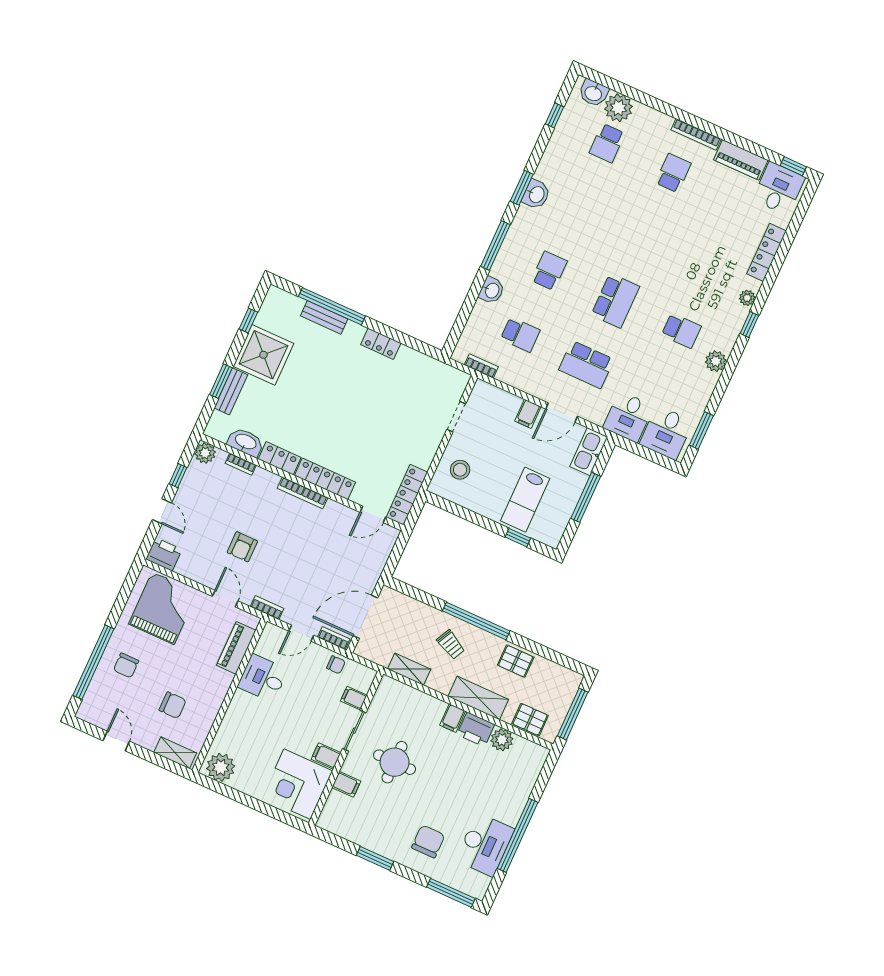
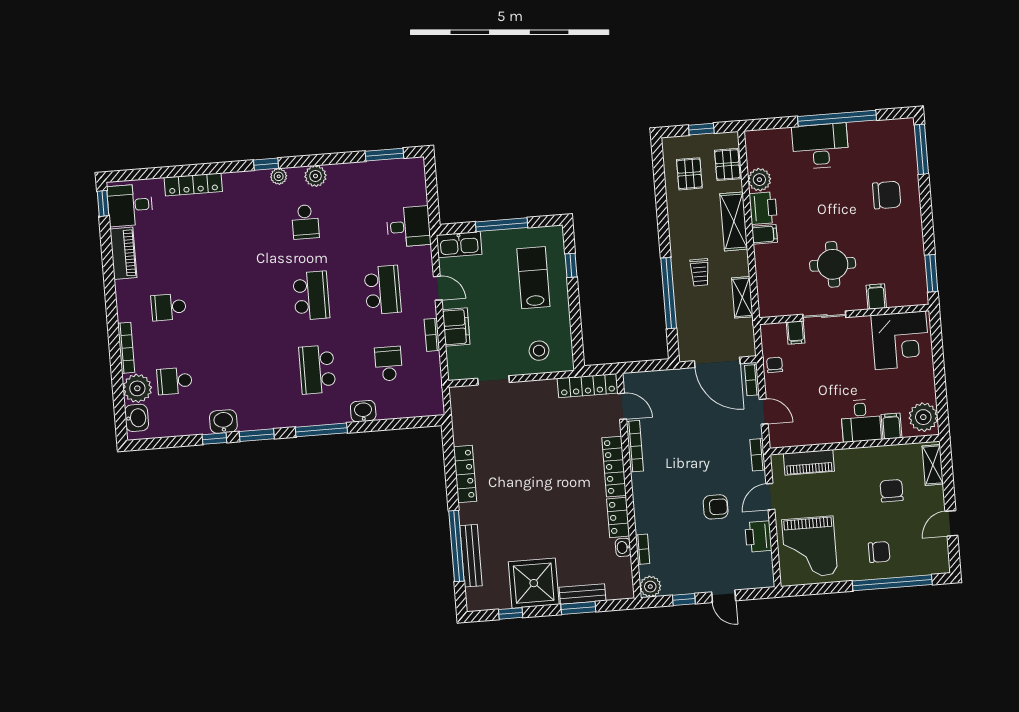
window: (554, 115) -> (214, 439), moved
bookcase: (696, 134) -> (126, 348), moved
school desk: (607, 143) -> (174, 381), turned 180
washbasin: (536, 194) -> (223, 422), moved
school desk: (549, 271) -> (317, 369), width x1.85
plant: (747, 298) -> (279, 176), moved
school desk: (615, 301) -> (311, 296), turned 90
bench: (324, 317) -> (471, 556), width x1.36
school desk: (681, 331) -> (305, 222), turned 180
locker: (381, 344) -> (465, 474), width x1.53
bookcase: (481, 366) -> (432, 335), moved
door: (562, 413) -> (438, 288), width x0.73
filing cabinet: (528, 414) -> (456, 327), width x2.00
desk: (666, 433) -> (404, 185), removed
washbasin: (245, 442) -> (623, 547), width x0.52, depth x0.69
bookcase: (303, 493) -> (635, 446), moved
lab bench: (525, 500) -> (533, 278), turned -90
door: (162, 511) -> (724, 596), swing flipped
printer: (164, 554) -> (758, 537), moved
grand piano: (163, 608) -> (810, 547), turned -90
window: (476, 621) -> (669, 293), moved
trolley: (451, 645) -> (700, 272), turned 153
pallet: (516, 661) -> (689, 174), moved
desk: (263, 678) -> (861, 421), moved
window: (573, 714) -> (701, 129), width x0.46
filing cabinet: (326, 756) -> (891, 426), moved, turned 180
chair: (428, 841) -> (887, 195), turned 180
desk: (485, 845) -> (820, 146), moved
window: (375, 858) -> (931, 273), moved

